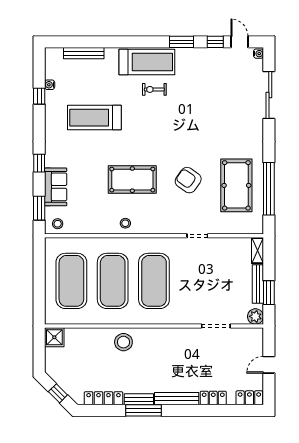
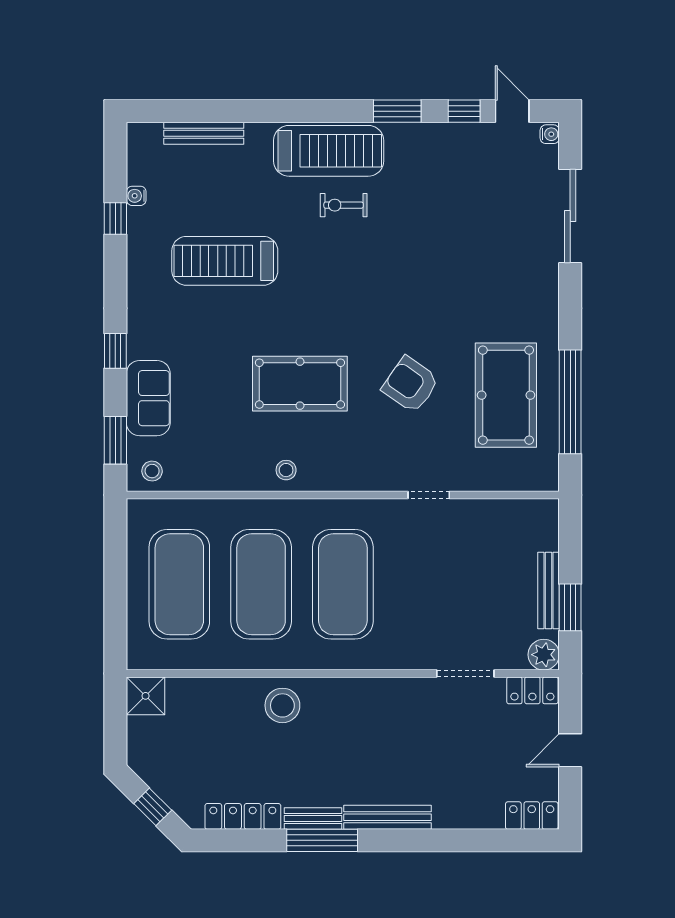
shelving: (257, 251) -> (548, 524), removed
locker: (213, 398) -> (532, 690), moved, turned 180

